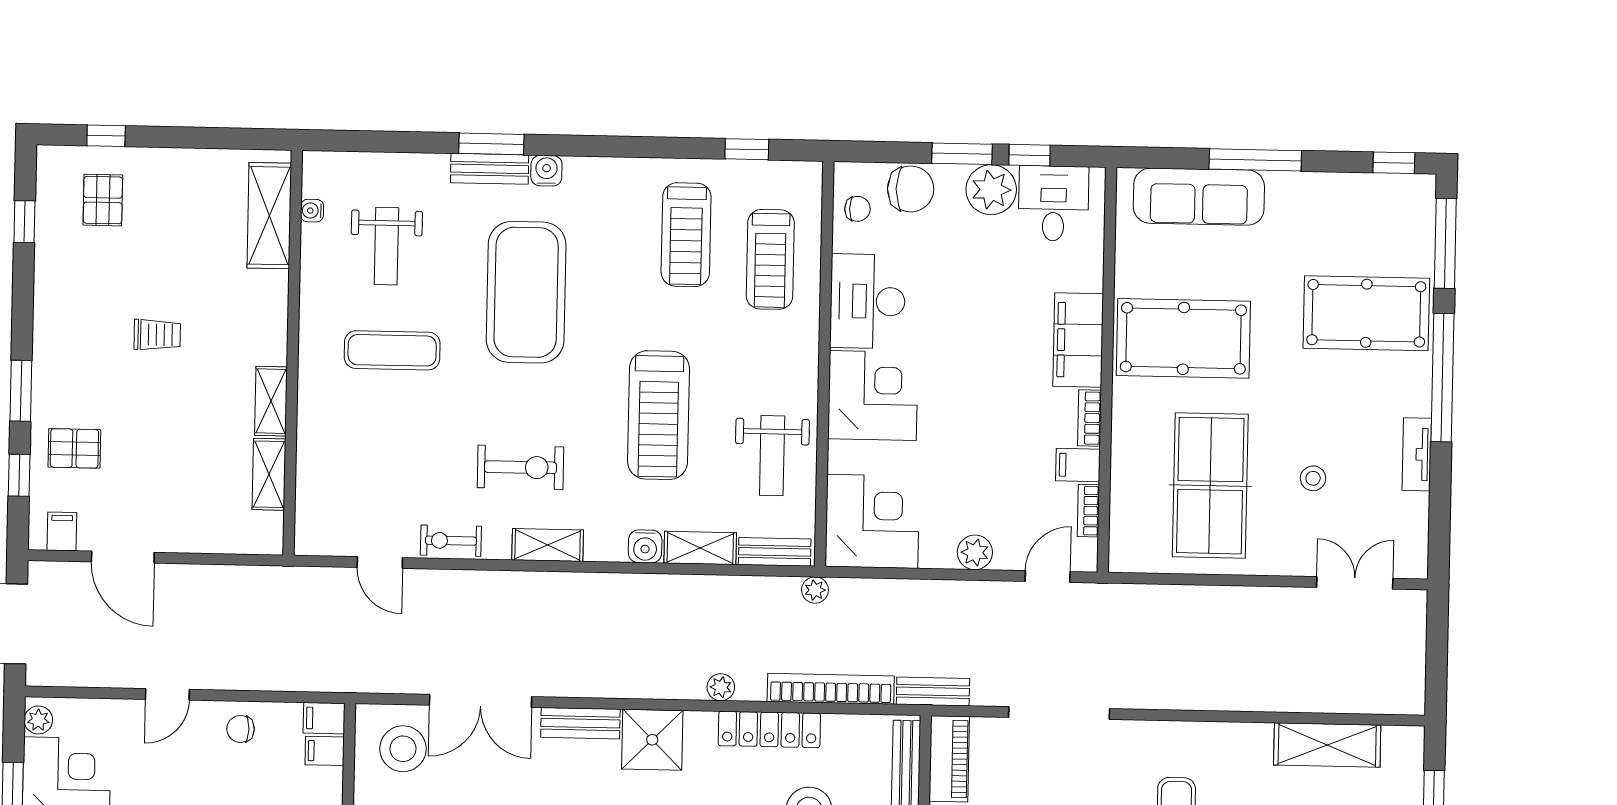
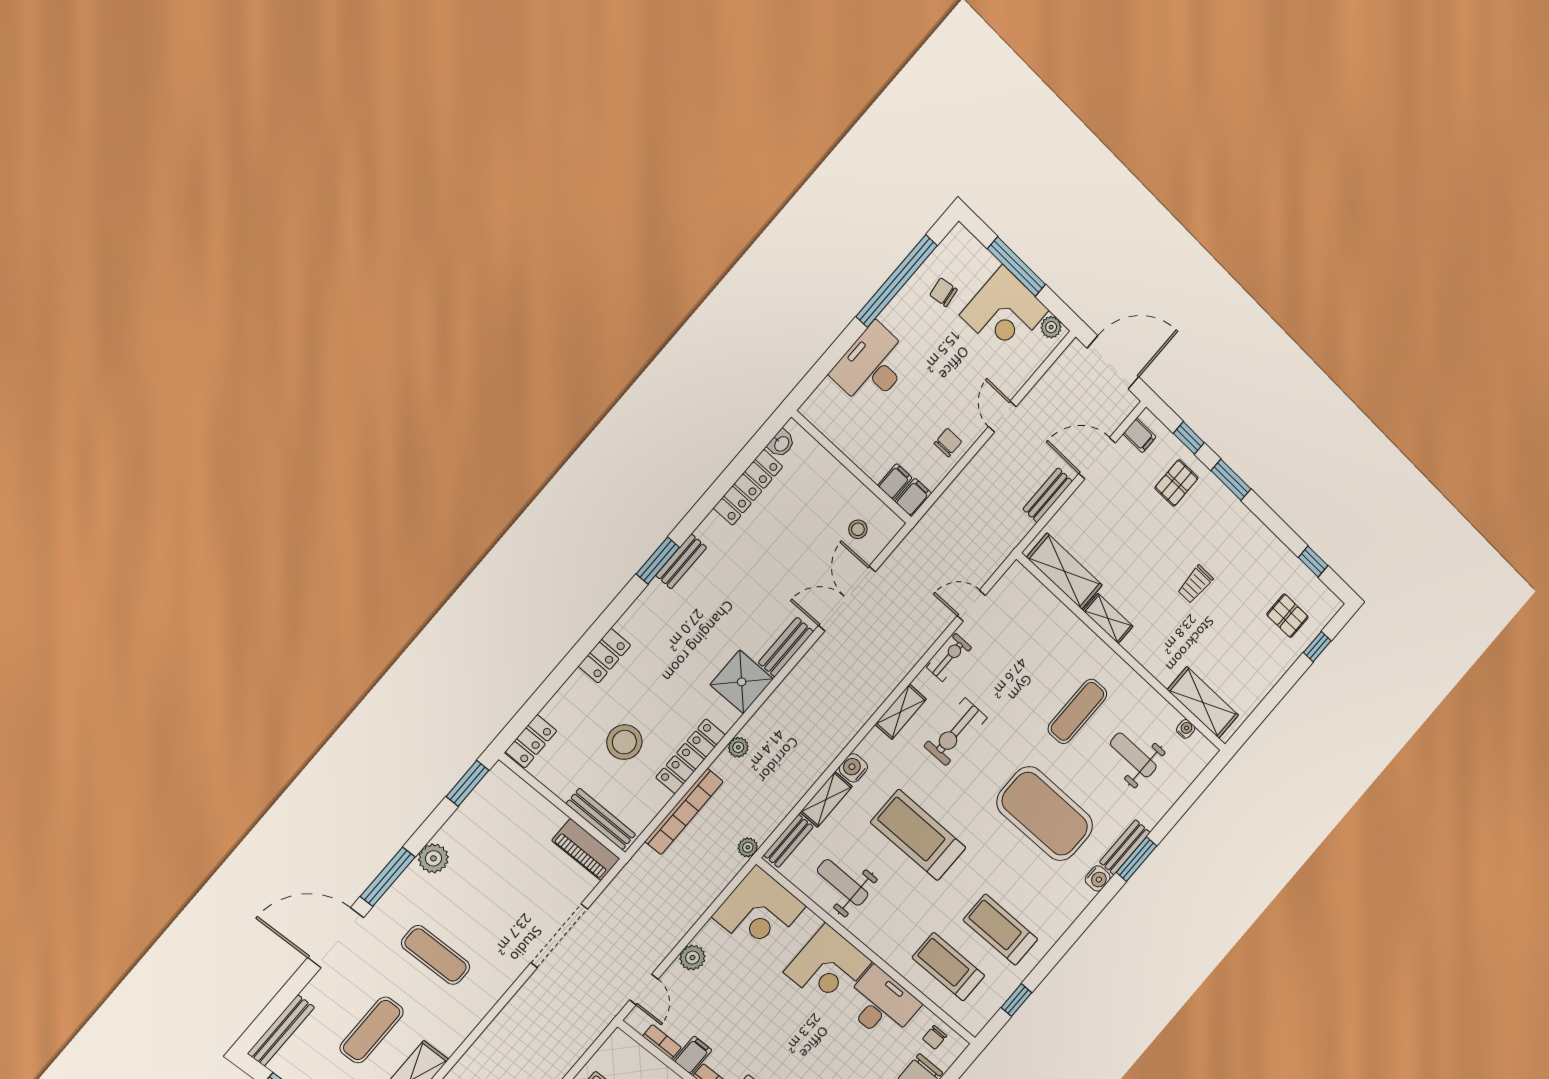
shelving: (269, 474) -> (1064, 571), width x1.50, depth x1.33
bench: (933, 691) -> (1048, 495), moved
stool: (403, 749) -> (858, 529), width x0.53, depth x0.53

